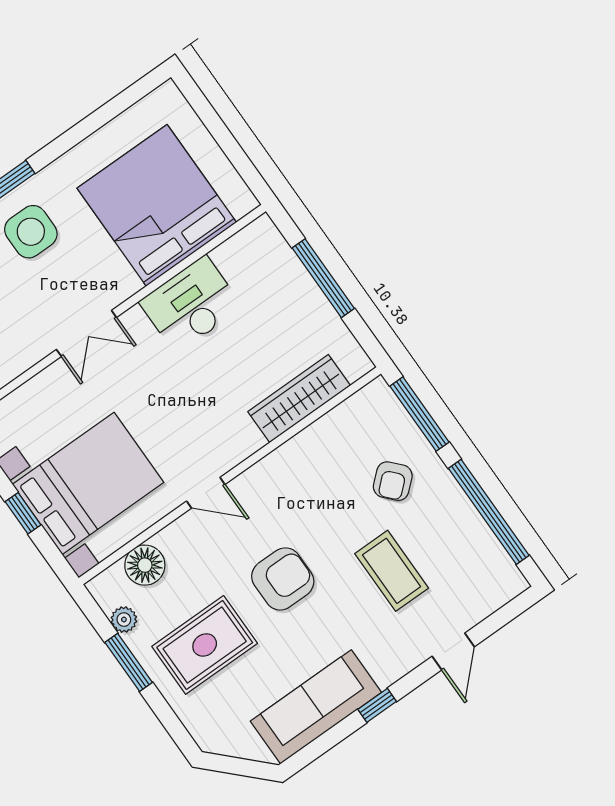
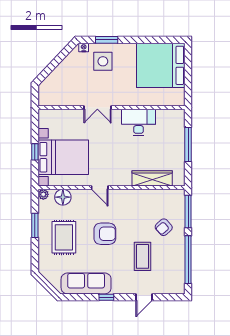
bed: (157, 205) -> (161, 65), moved, turned -90
plant: (124, 620) -> (43, 194), moved
rug: (205, 645) -> (64, 237), turned 90

